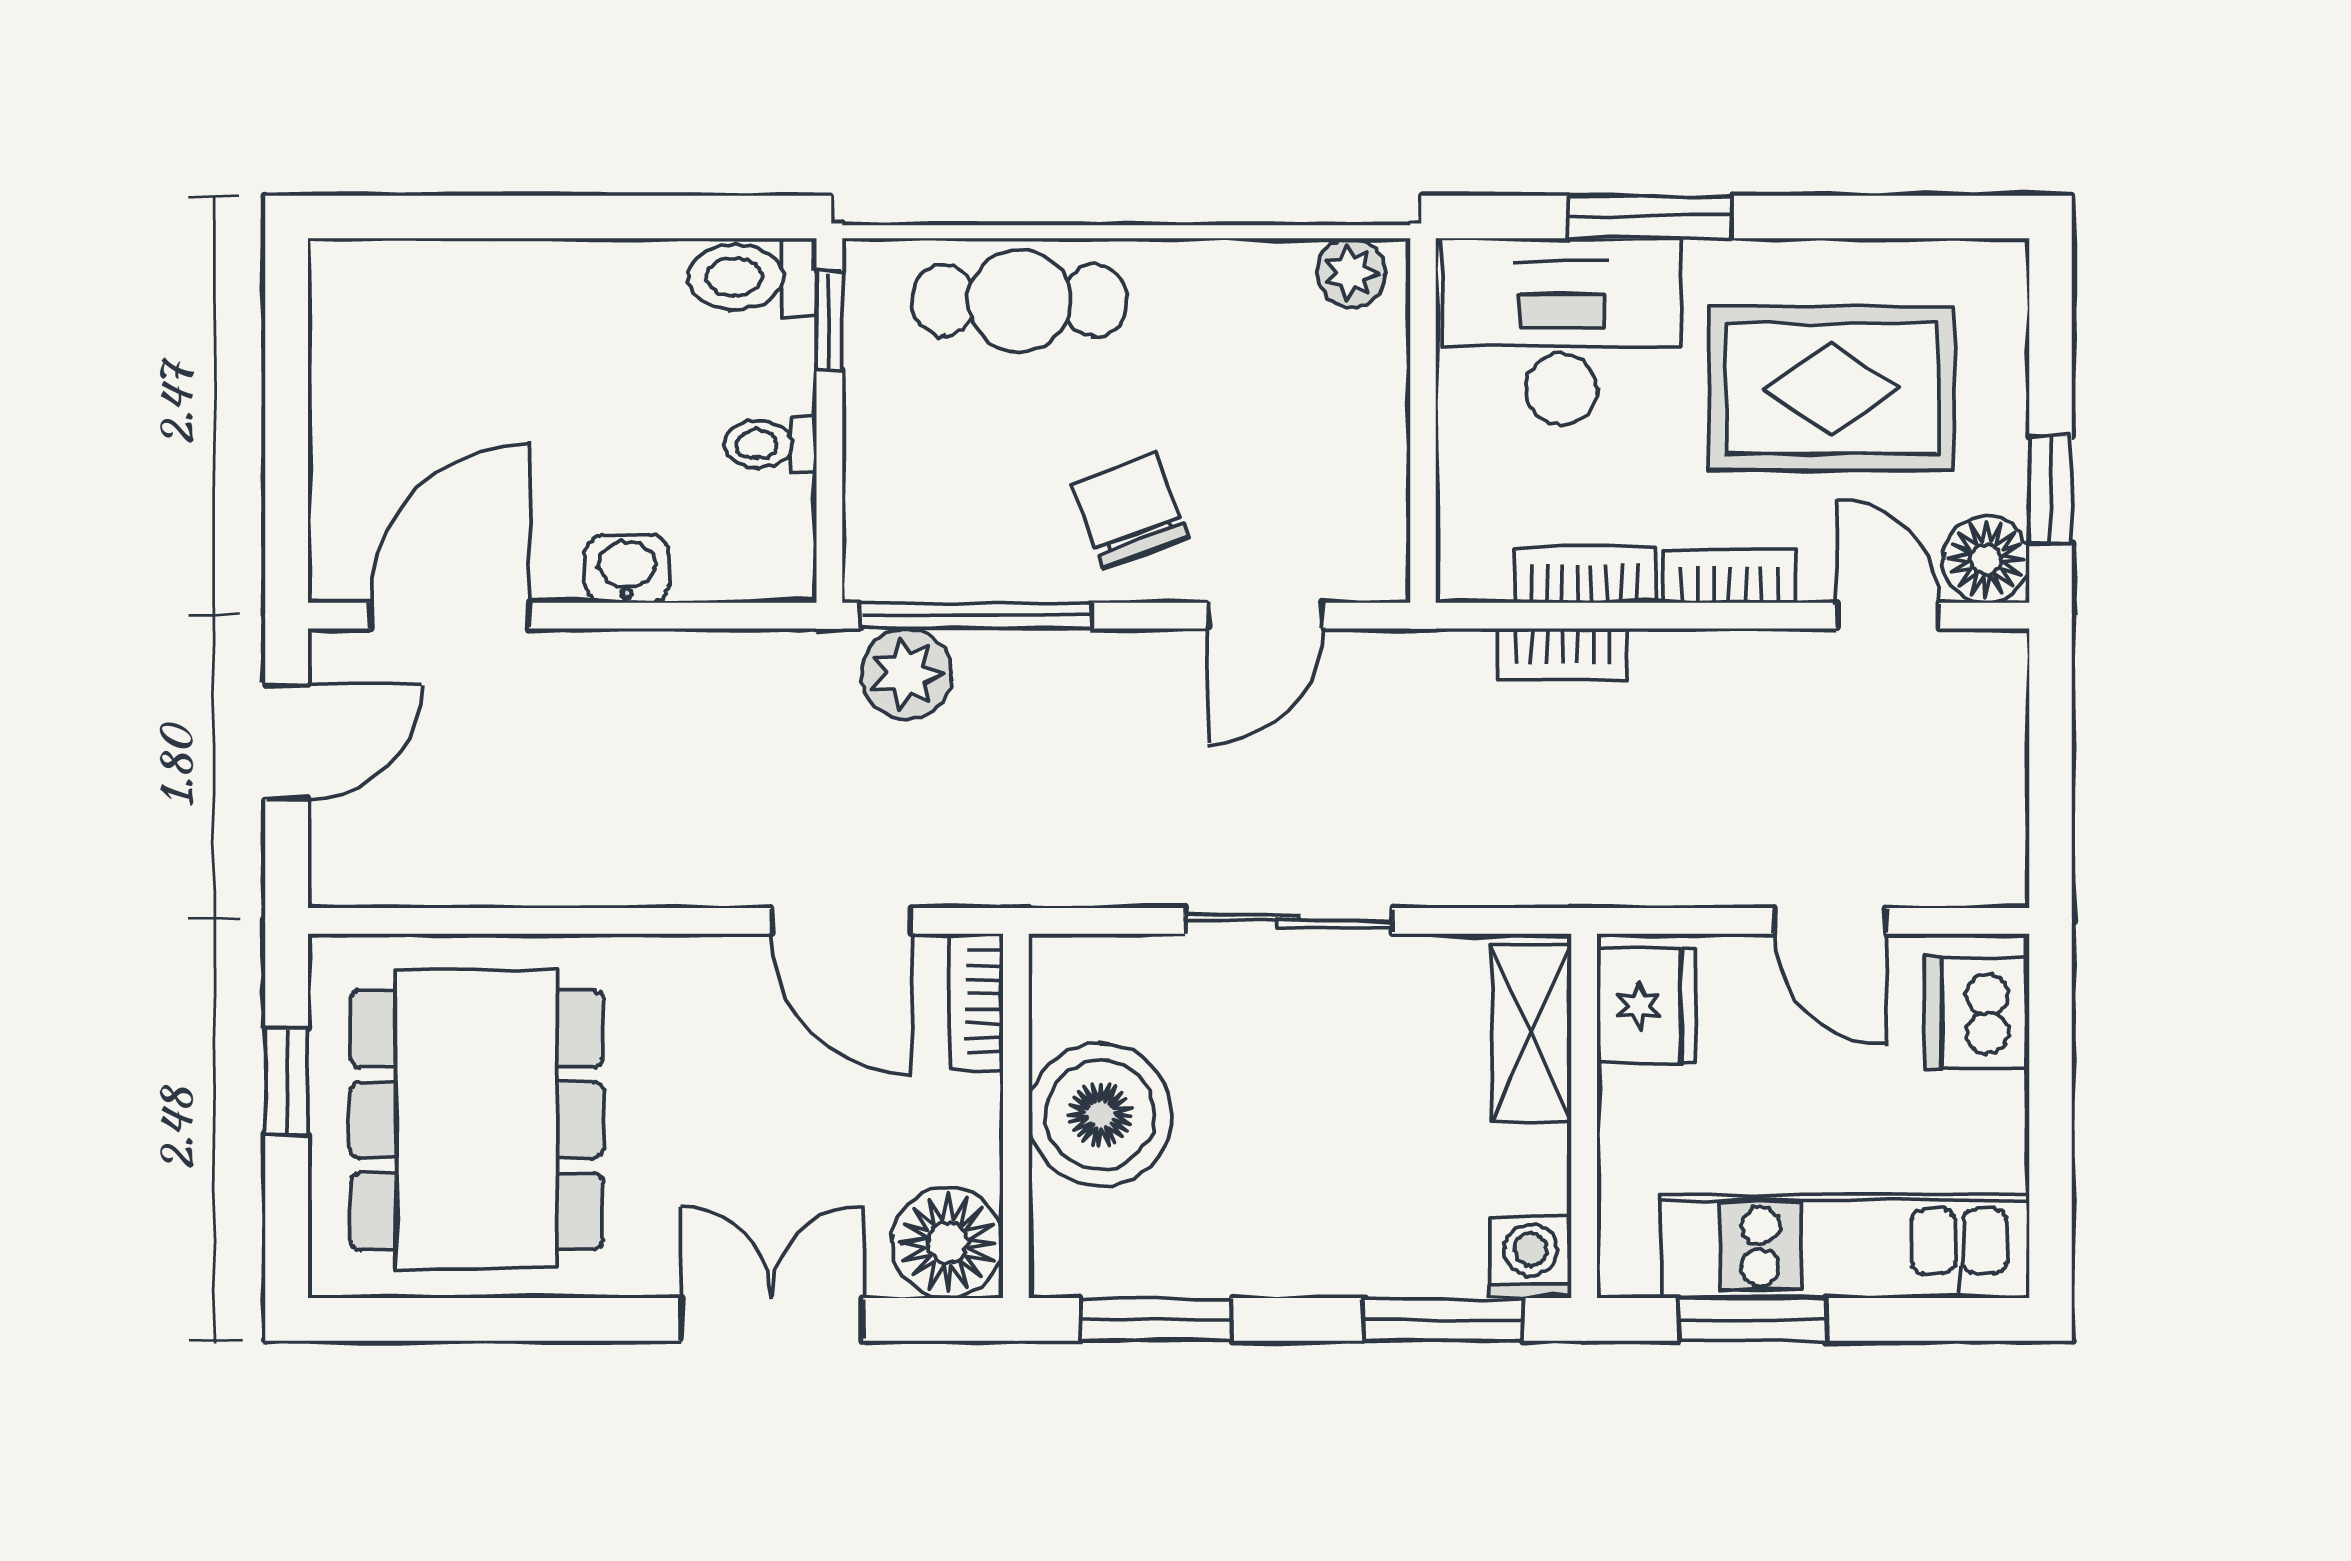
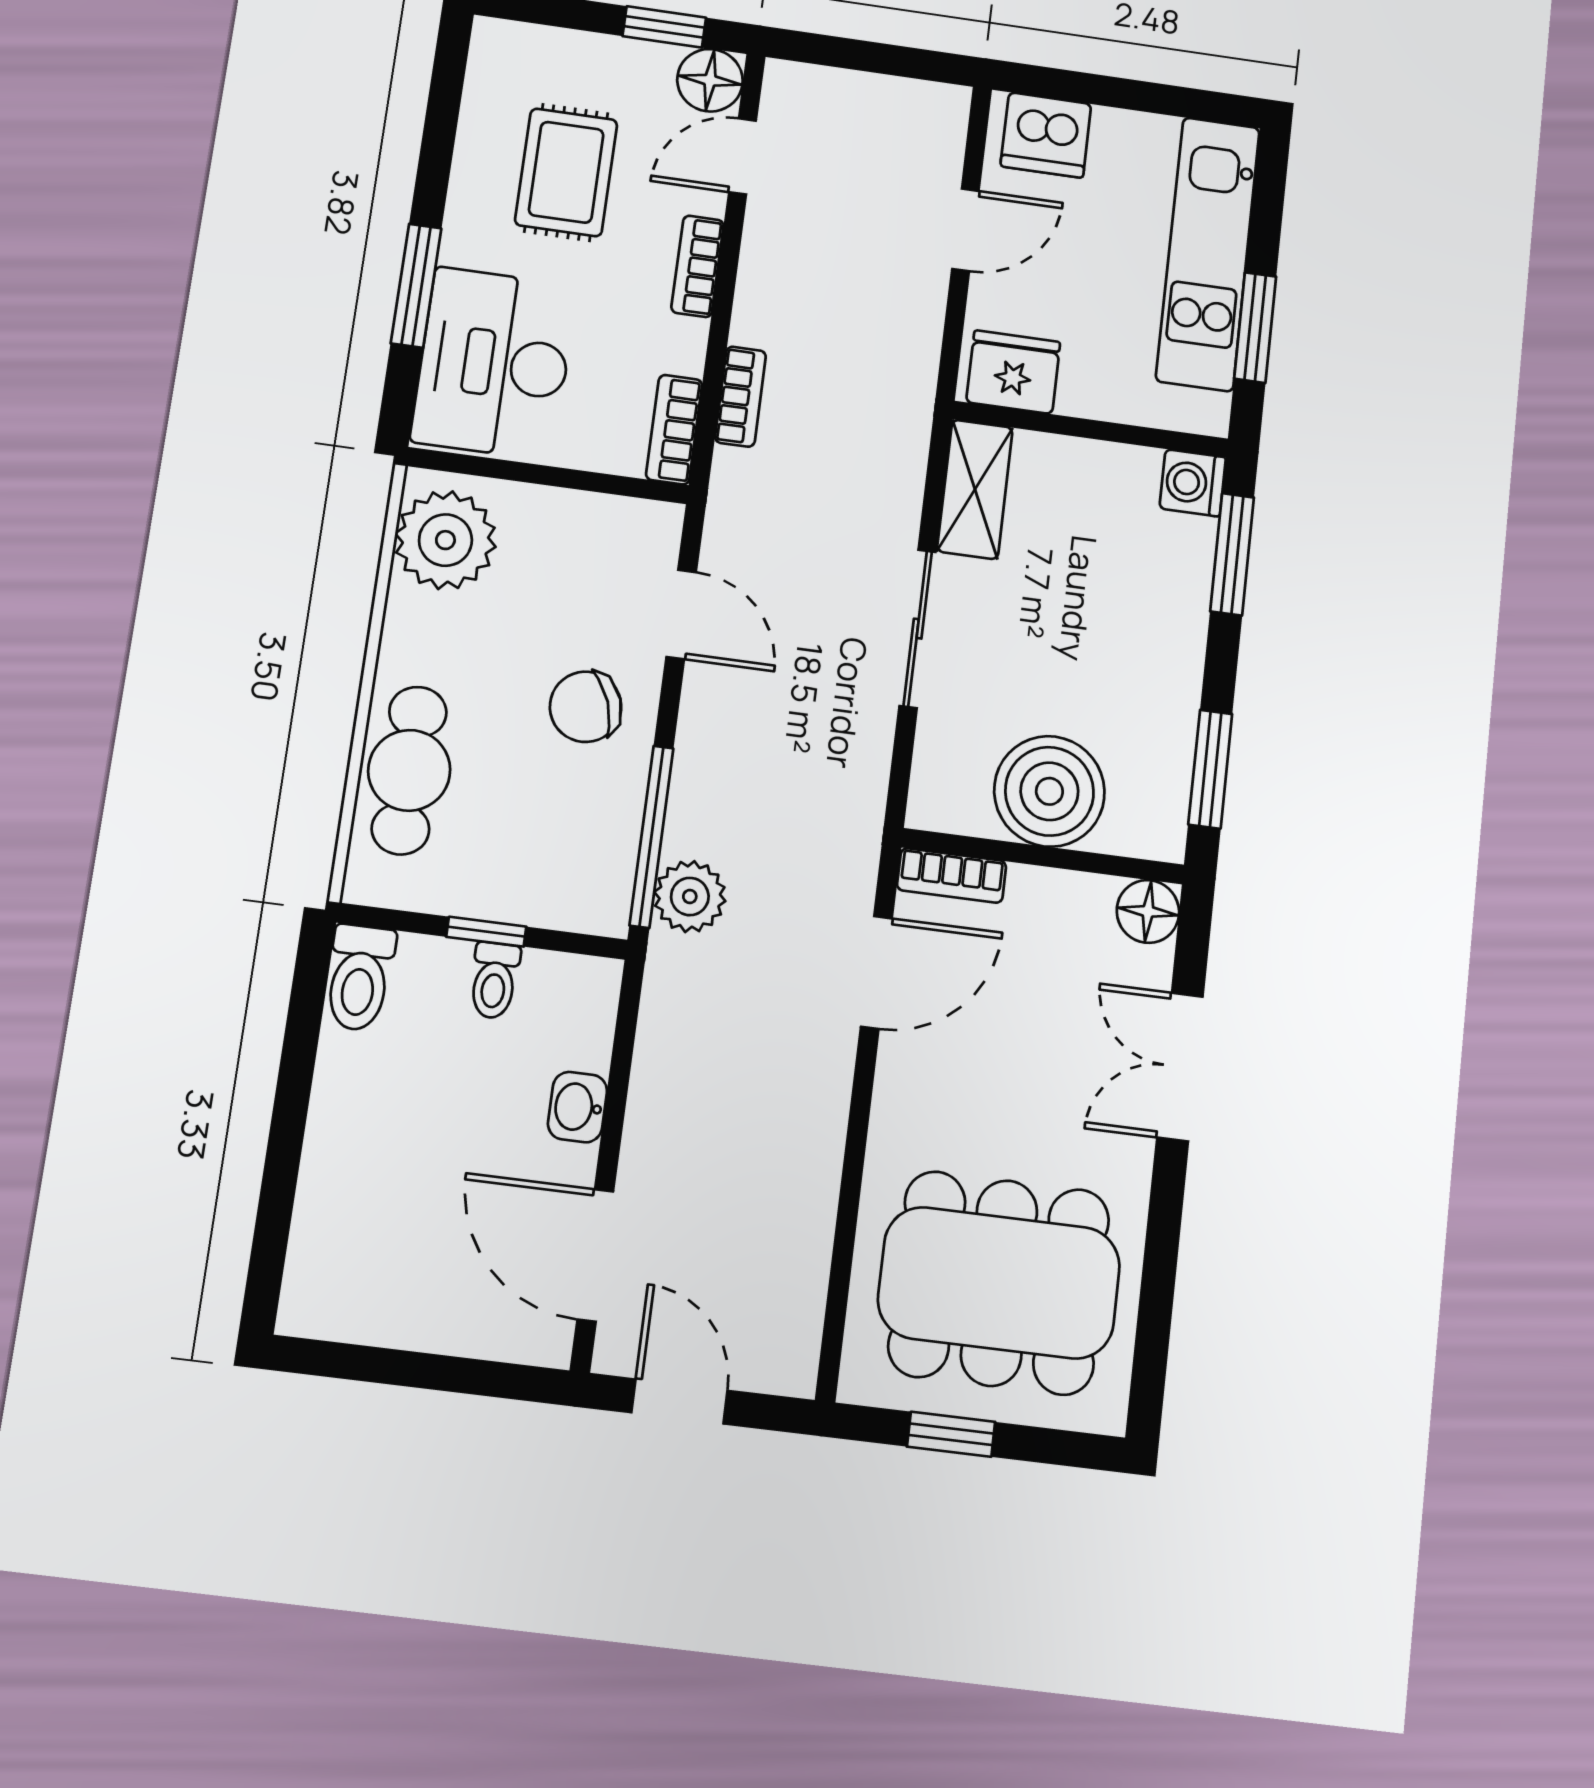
plant: (1351, 273) -> (445, 540), width x1.87, depth x1.87
window: (829, 320) -> (486, 932), moved
rug: (1831, 389) -> (566, 172), width x0.73, depth x0.70
bookcase: (1585, 574) -> (674, 430), moved
shelving: (1531, 1033) -> (975, 489), moved, turned 90
floor lamp: (948, 1243) -> (1148, 911), width x0.73, depth x0.73

